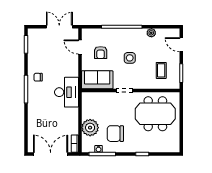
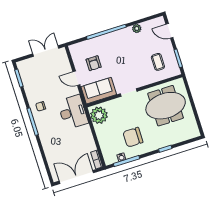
door: (80, 47) -> (76, 78), moved
side table: (130, 58) -> (124, 59), removed
plant: (90, 128) -> (99, 115), moved

